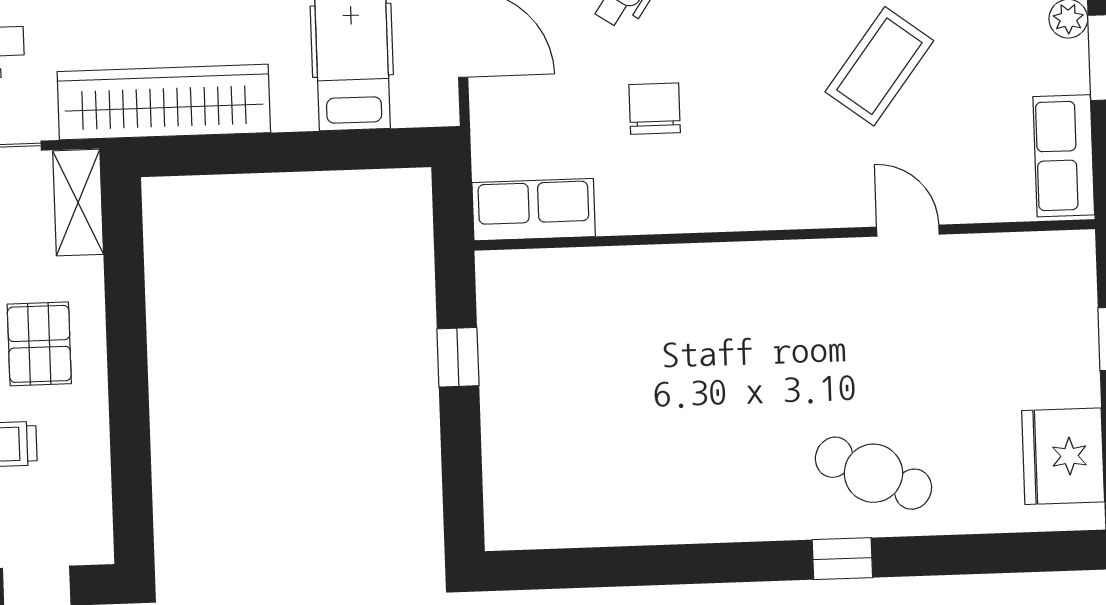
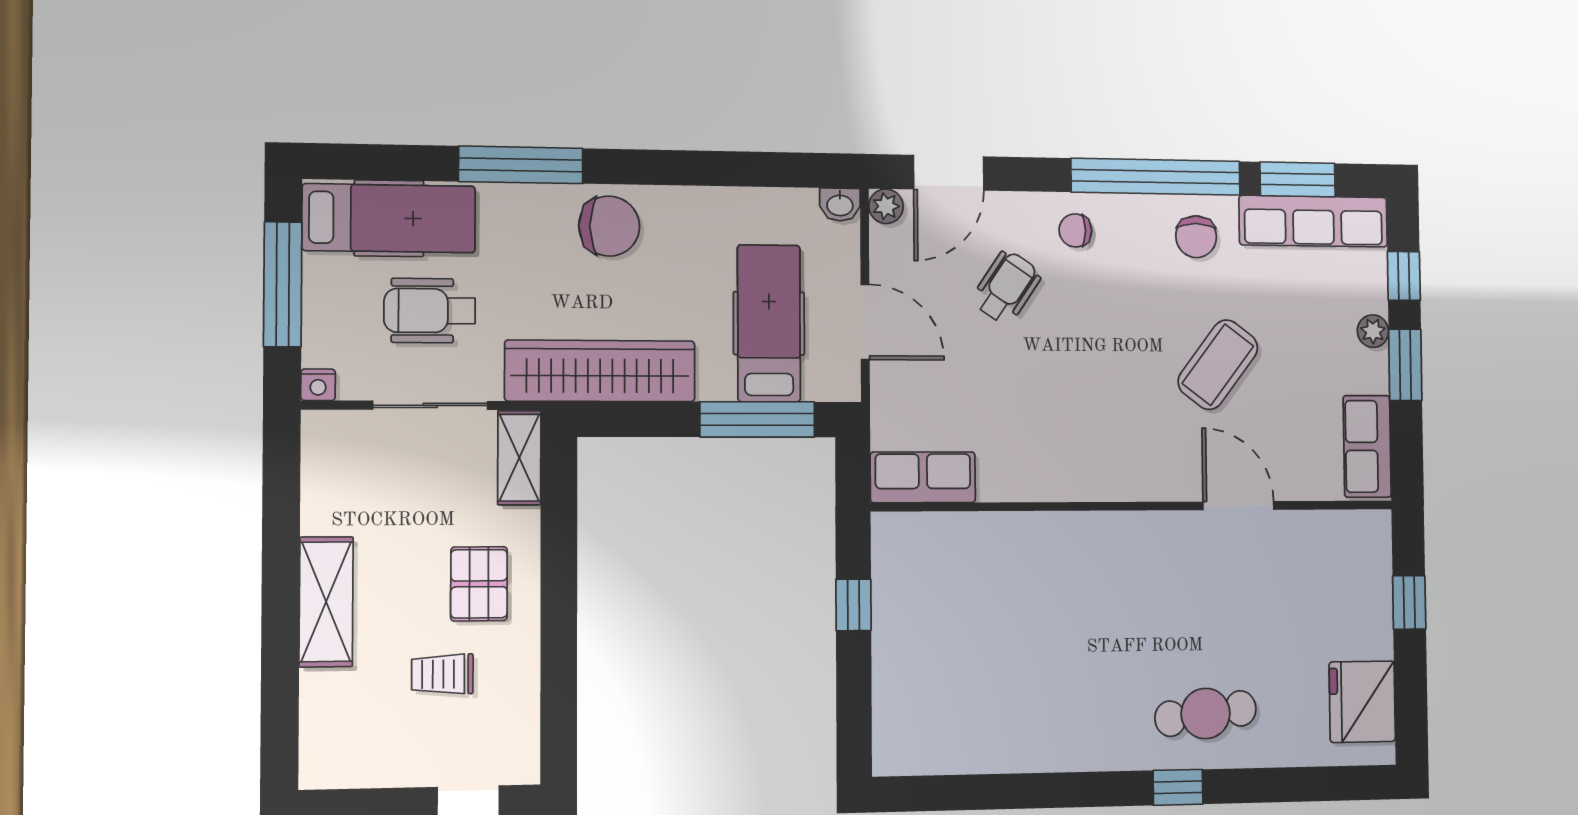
chair: (655, 109) -> (1029, 393), removed
window: (342, 150) -> (757, 419), added
door: (908, 231) -> (1238, 506), width x1.38
cafe table: (873, 473) -> (1206, 713), turned -31

